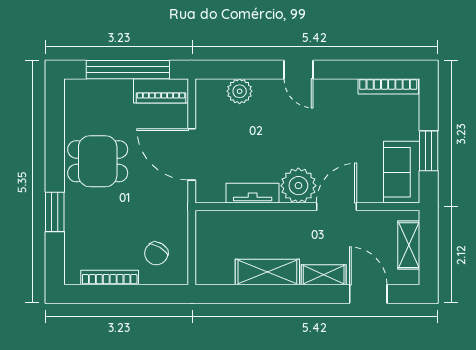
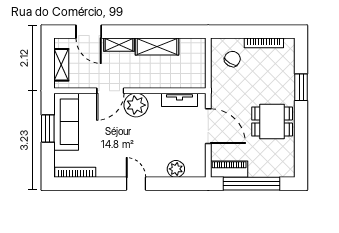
sofa: (402, 172) -> (66, 122), width x1.36
tv unit: (253, 193) -> (180, 100), moved

